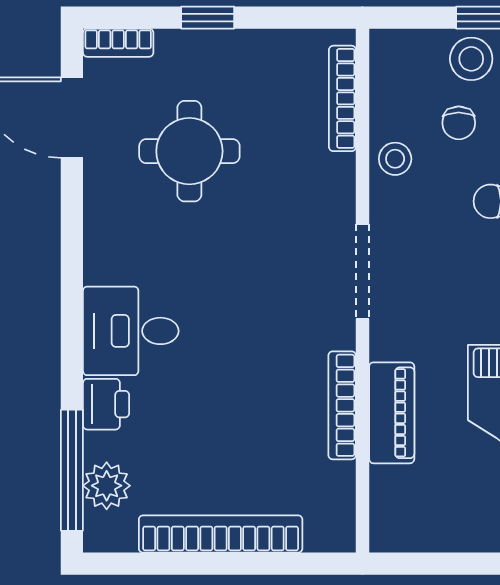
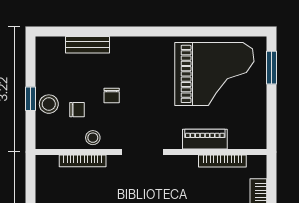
bookcase: (342, 98) -> (83, 161), moved
bookcase: (342, 405) -> (222, 161), moved

